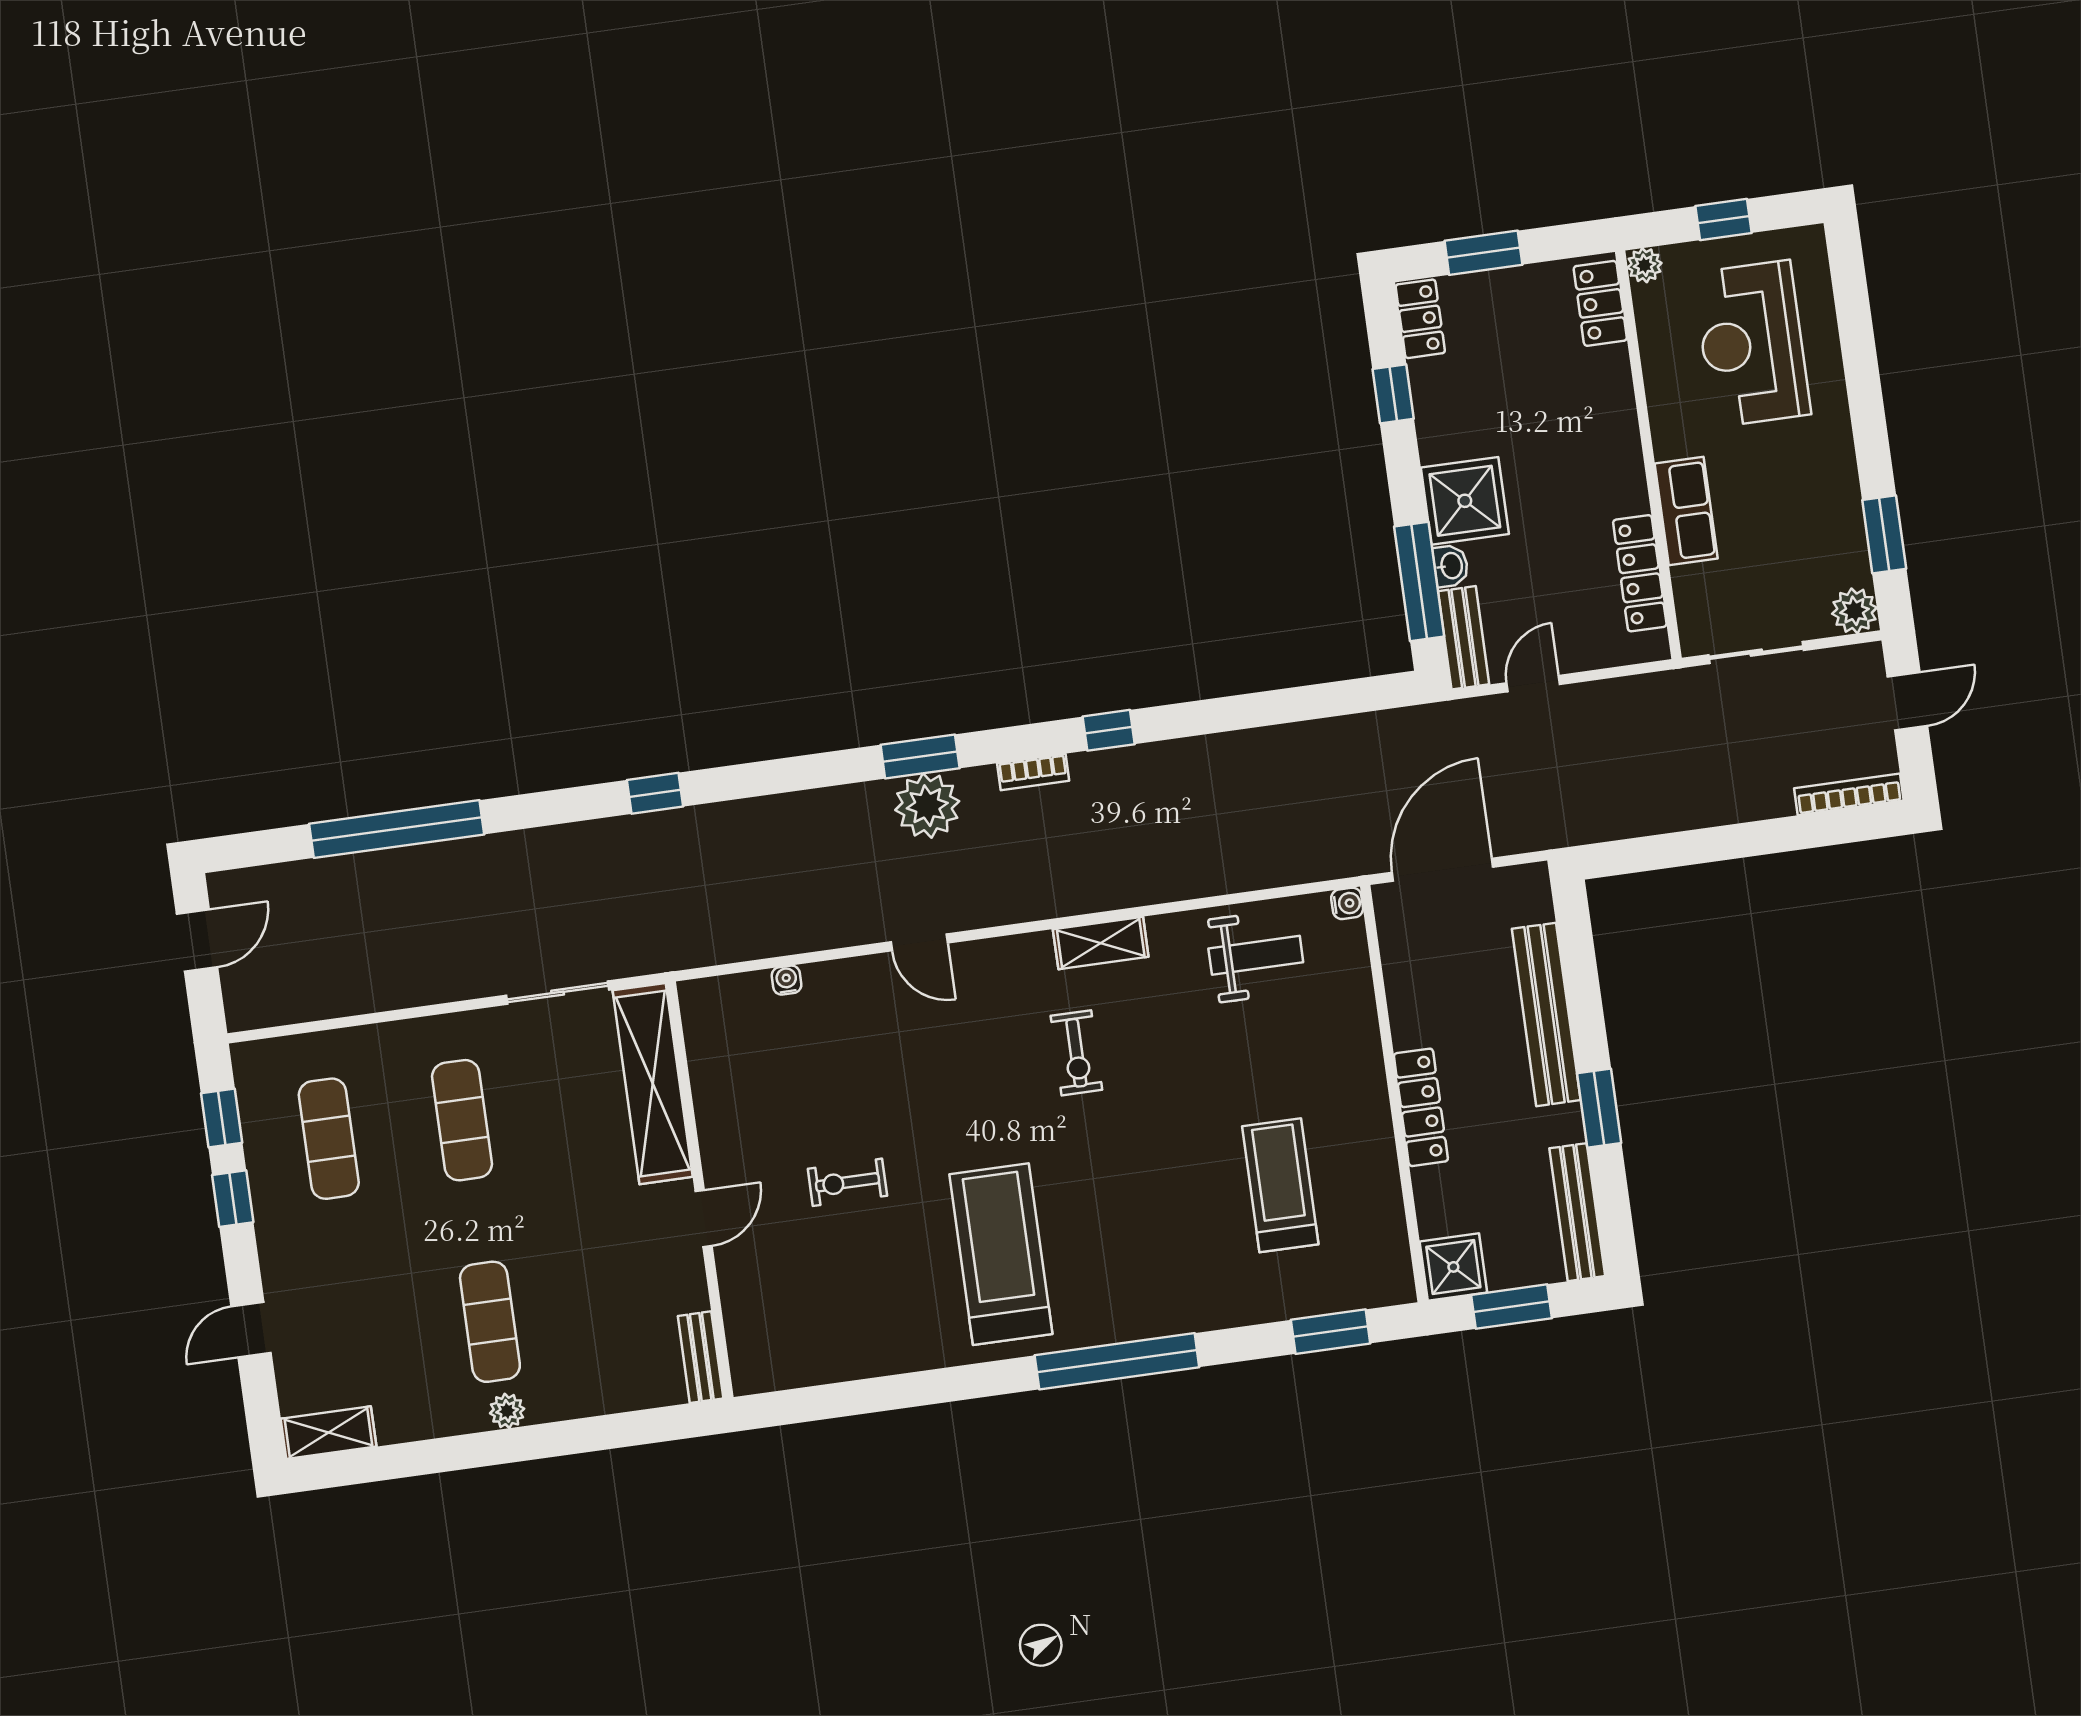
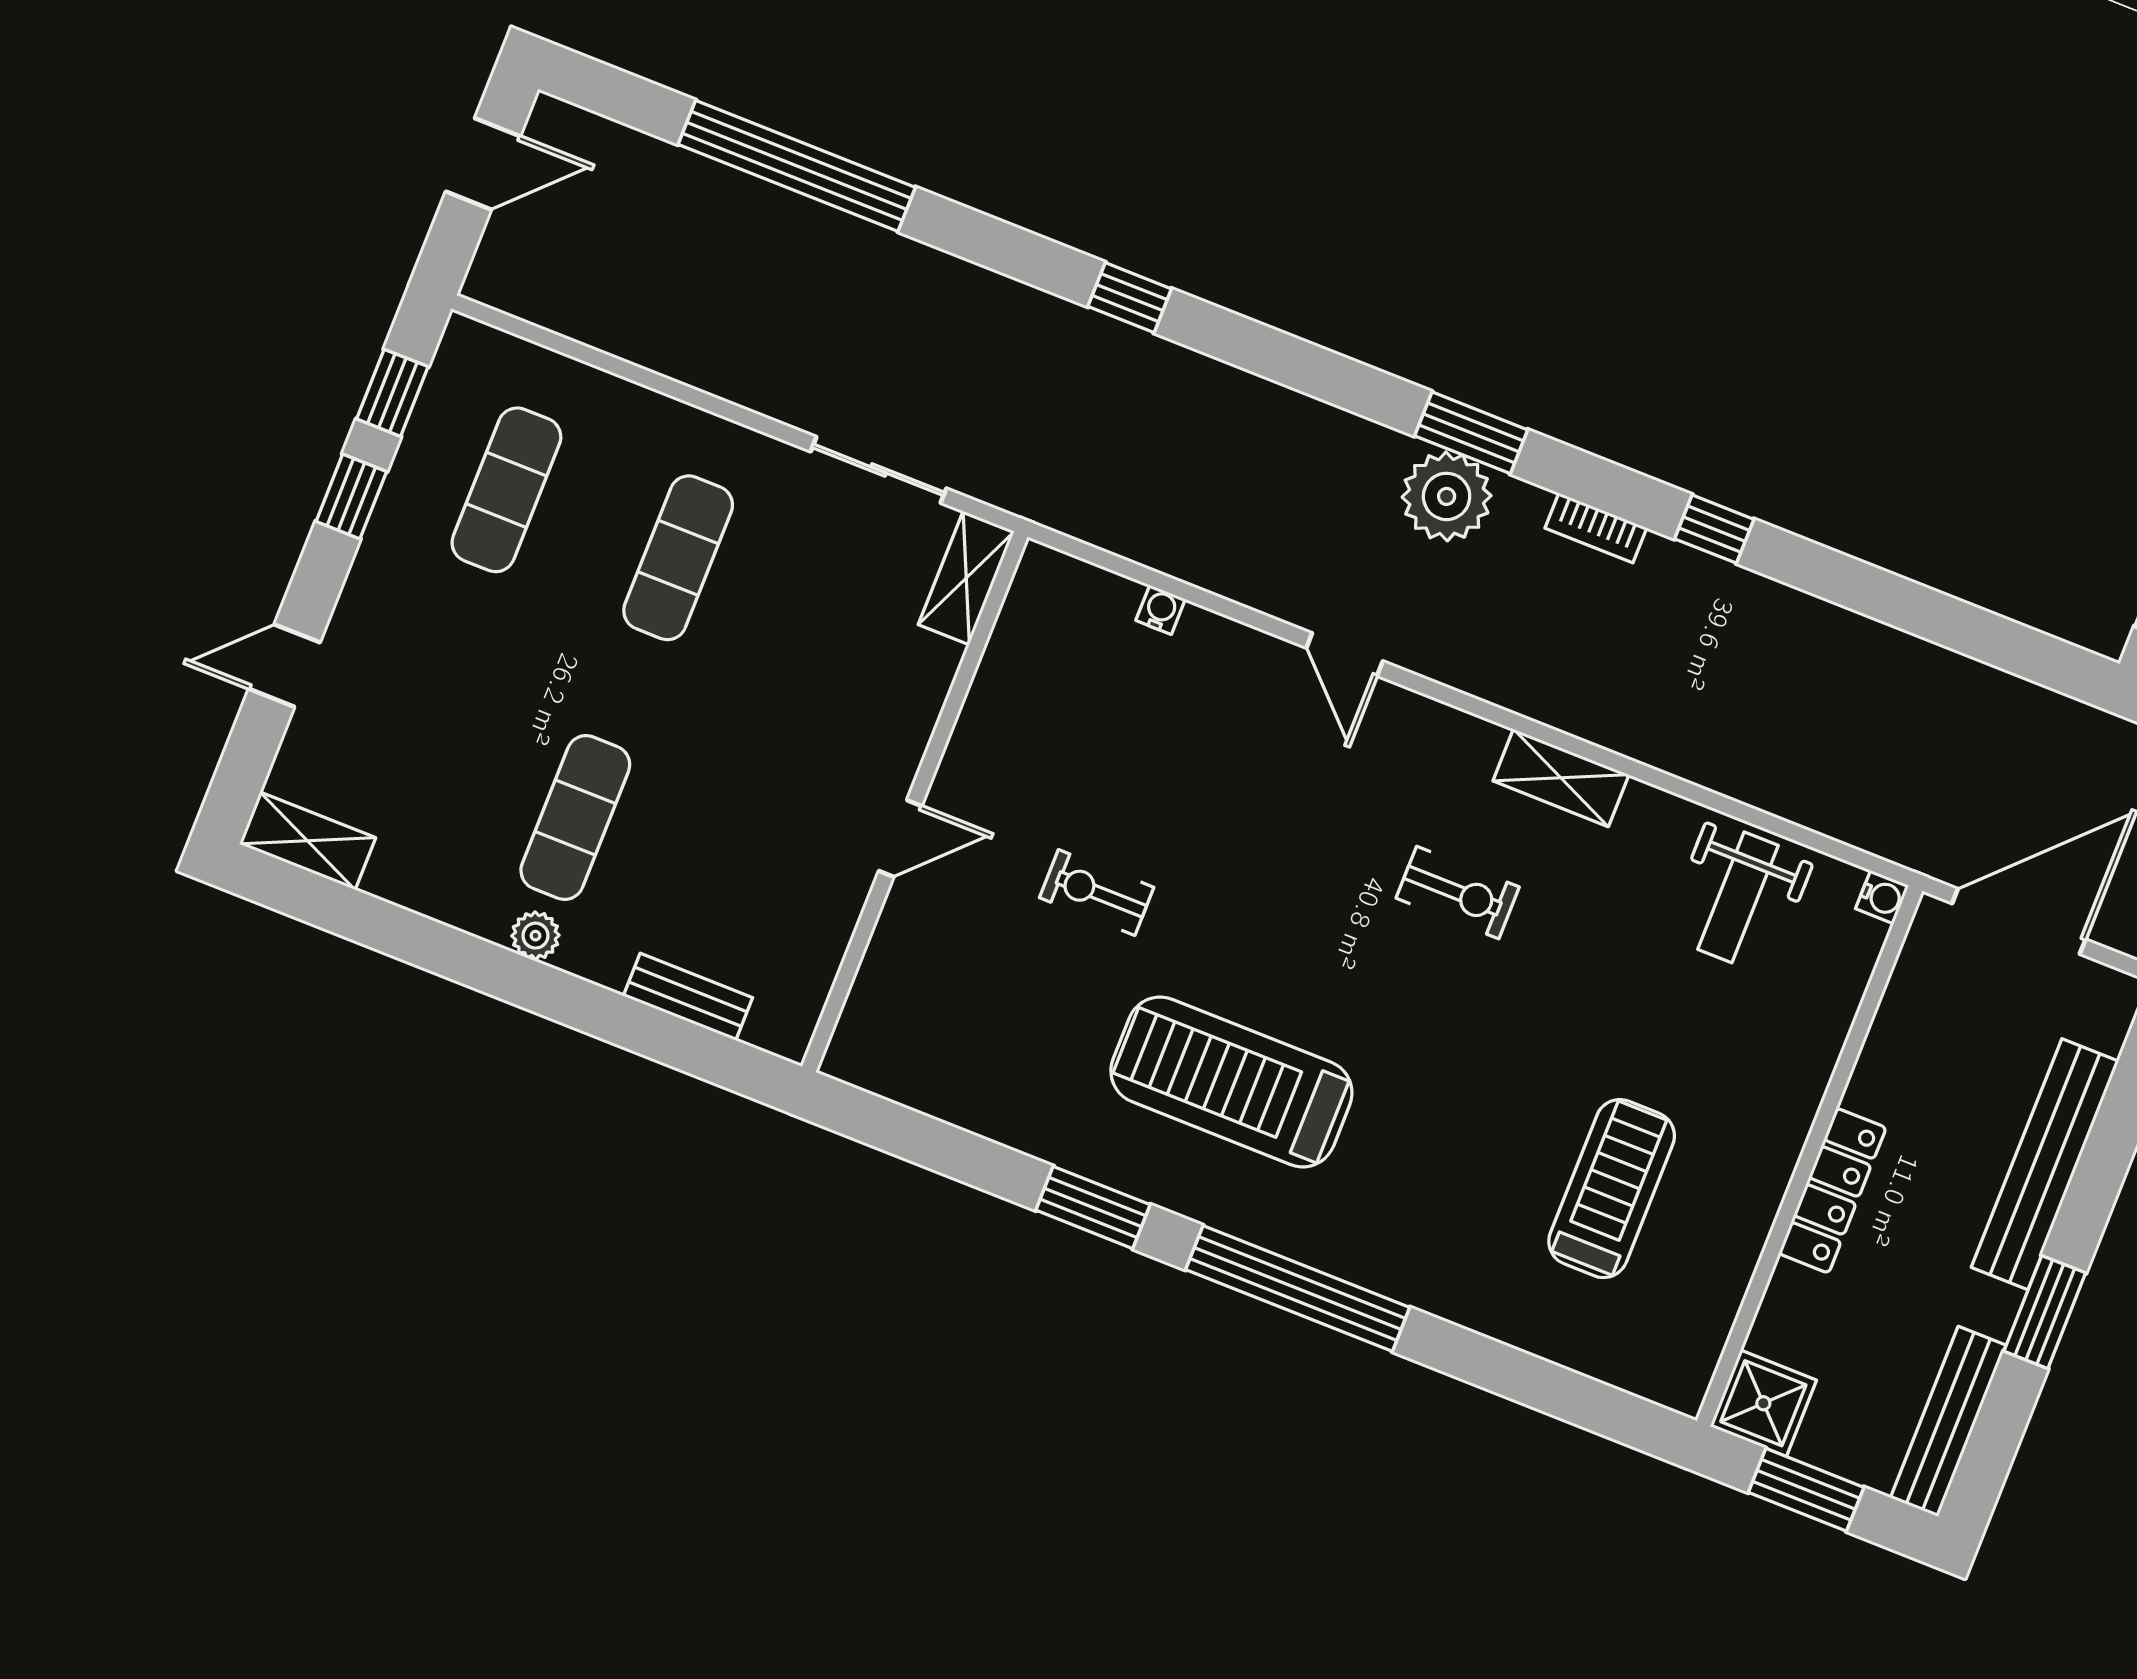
weight bench: (1256, 955) -> (1738, 897), turned 90
exercise bike: (1076, 1053) -> (1458, 893), turned -90
shelving: (653, 1084) -> (966, 578), width x0.45, depth x0.75
treadmill: (1001, 1254) -> (1231, 1082), turned -90
window: (1331, 1332) -> (1093, 1207), moved
bench: (701, 1357) -> (688, 997), moved, turned 90

